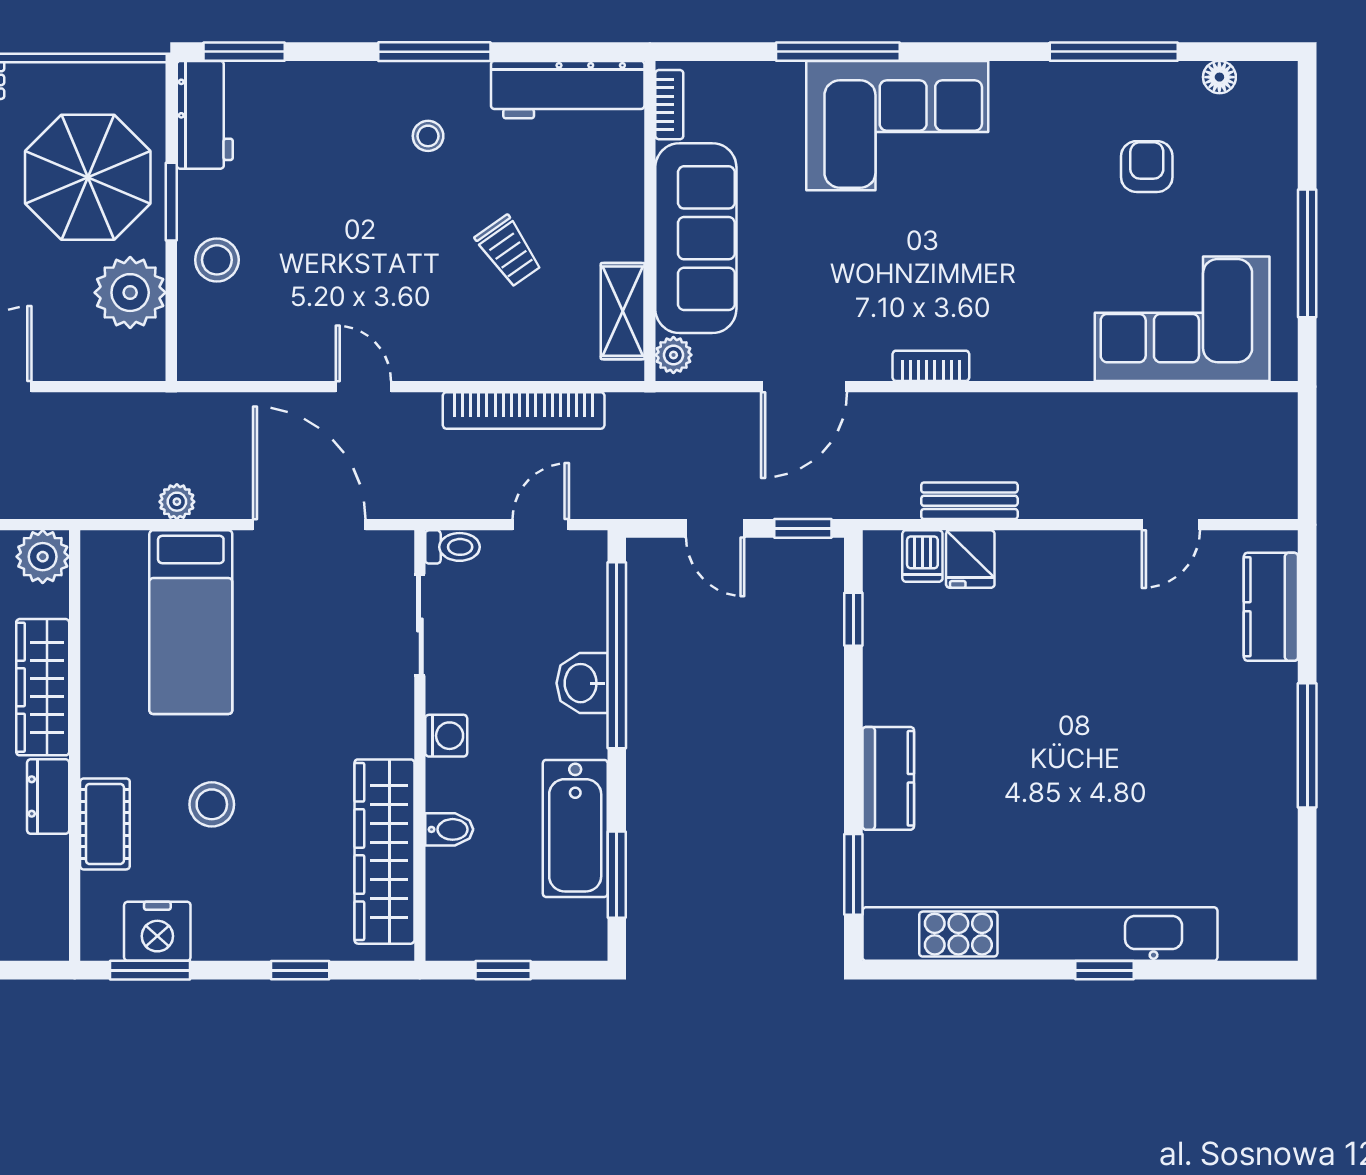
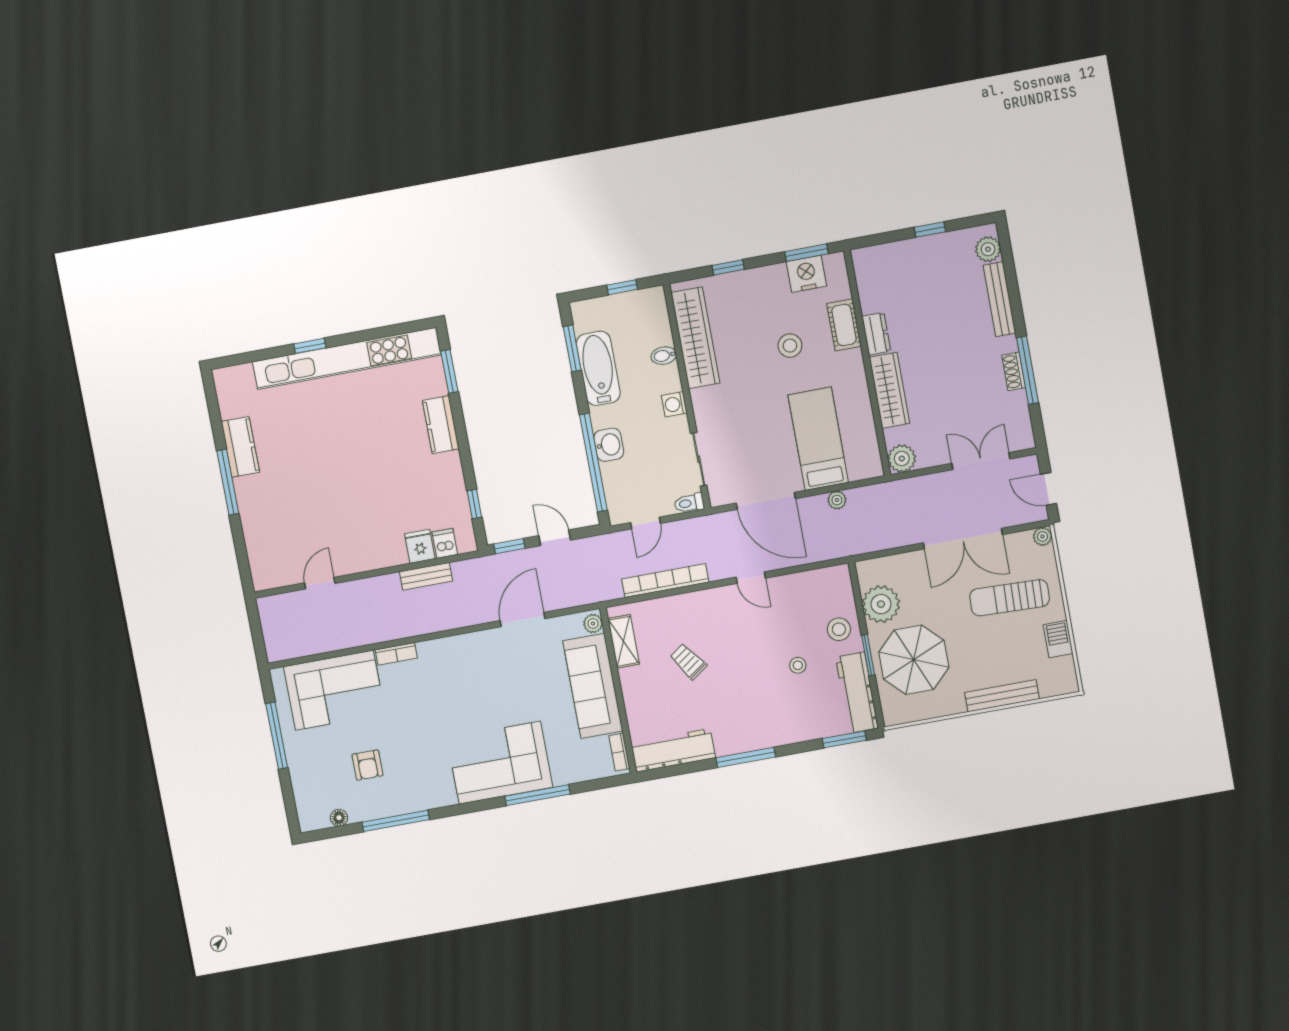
workbench: (205, 115) -> (857, 693), width x1.38
stool: (428, 136) -> (798, 665), moved
bookcase: (931, 366) -> (396, 654), moved
kitchen counter: (1271, 607) -> (240, 447), moved

